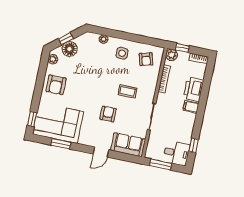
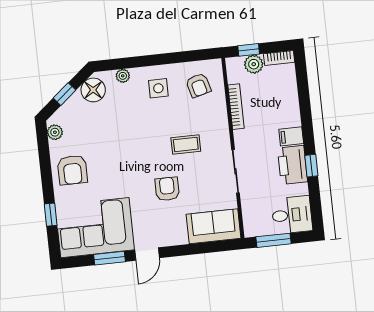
floor lamp: (70, 49) -> (93, 90), moved
plant: (171, 55) -> (254, 64), moved
printer: (193, 89) -> (292, 165), moved
window: (32, 119) -> (51, 215), moved
window: (193, 145) -> (311, 166), moved
door: (101, 152) -> (147, 254), moved

